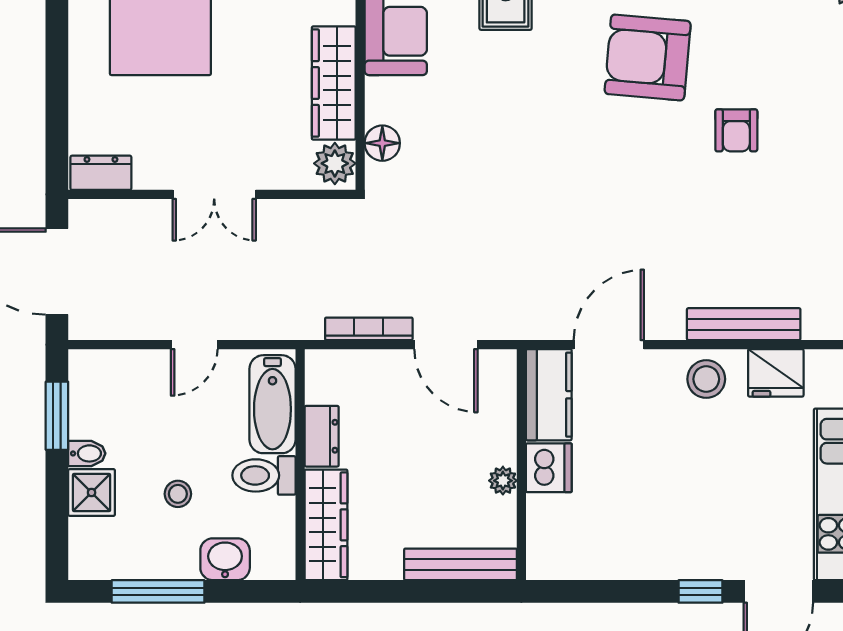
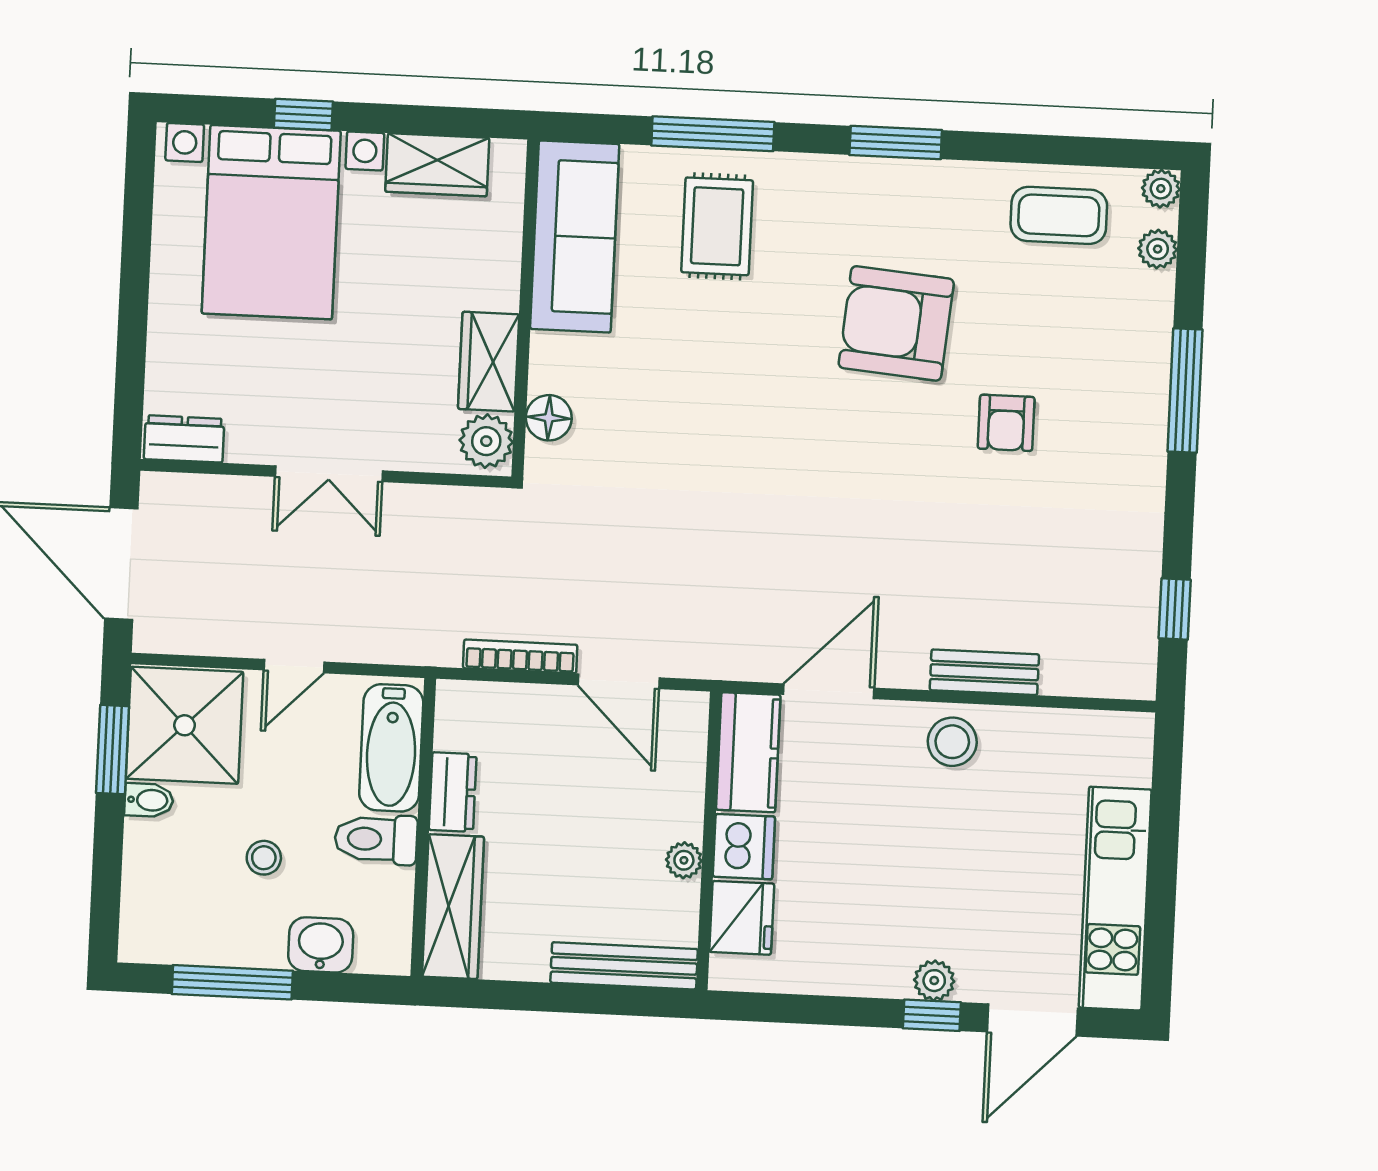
wardrobe: (334, 83) -> (489, 362), width x0.67
bench: (744, 324) -> (984, 672), width x0.73
fridge: (776, 373) -> (742, 918), moved, turned -90
shower: (92, 493) -> (185, 725), moved, width x1.86, depth x1.86
plant: (701, 564) -> (934, 981), added

